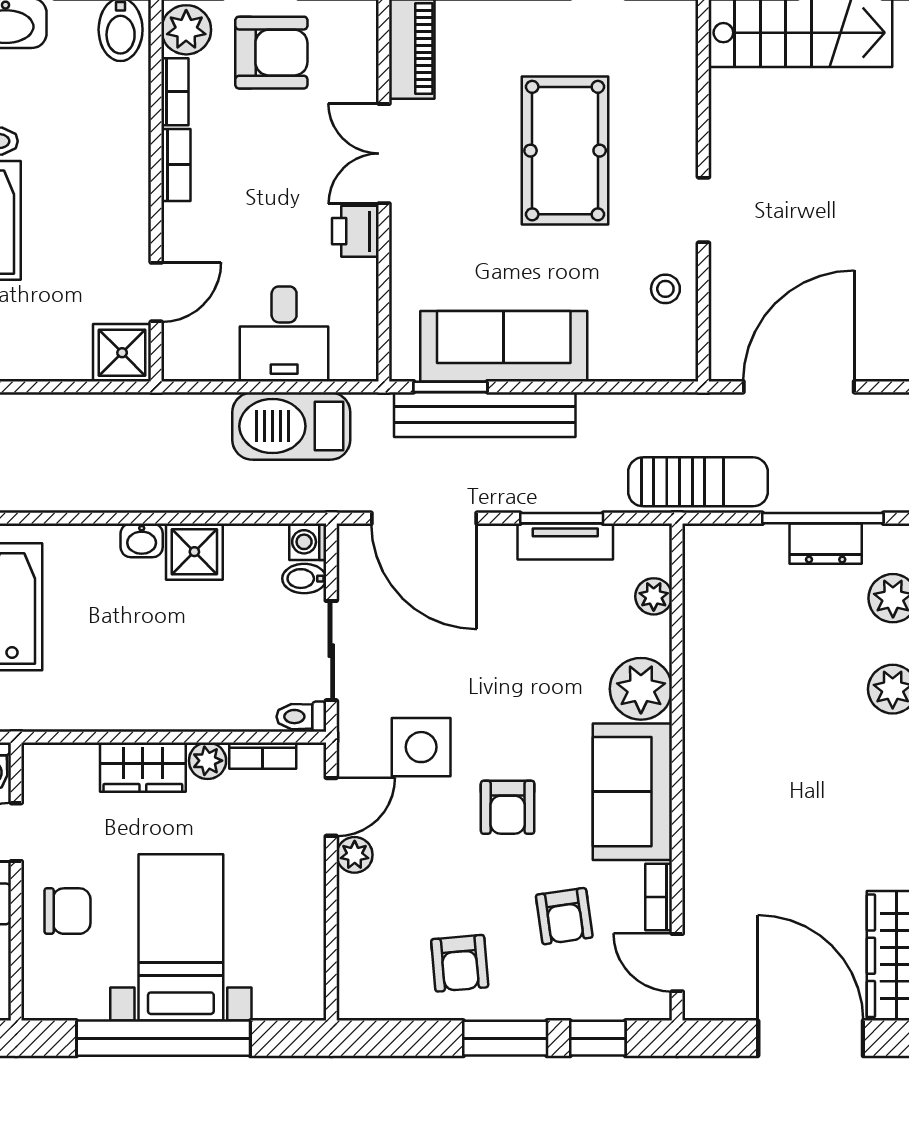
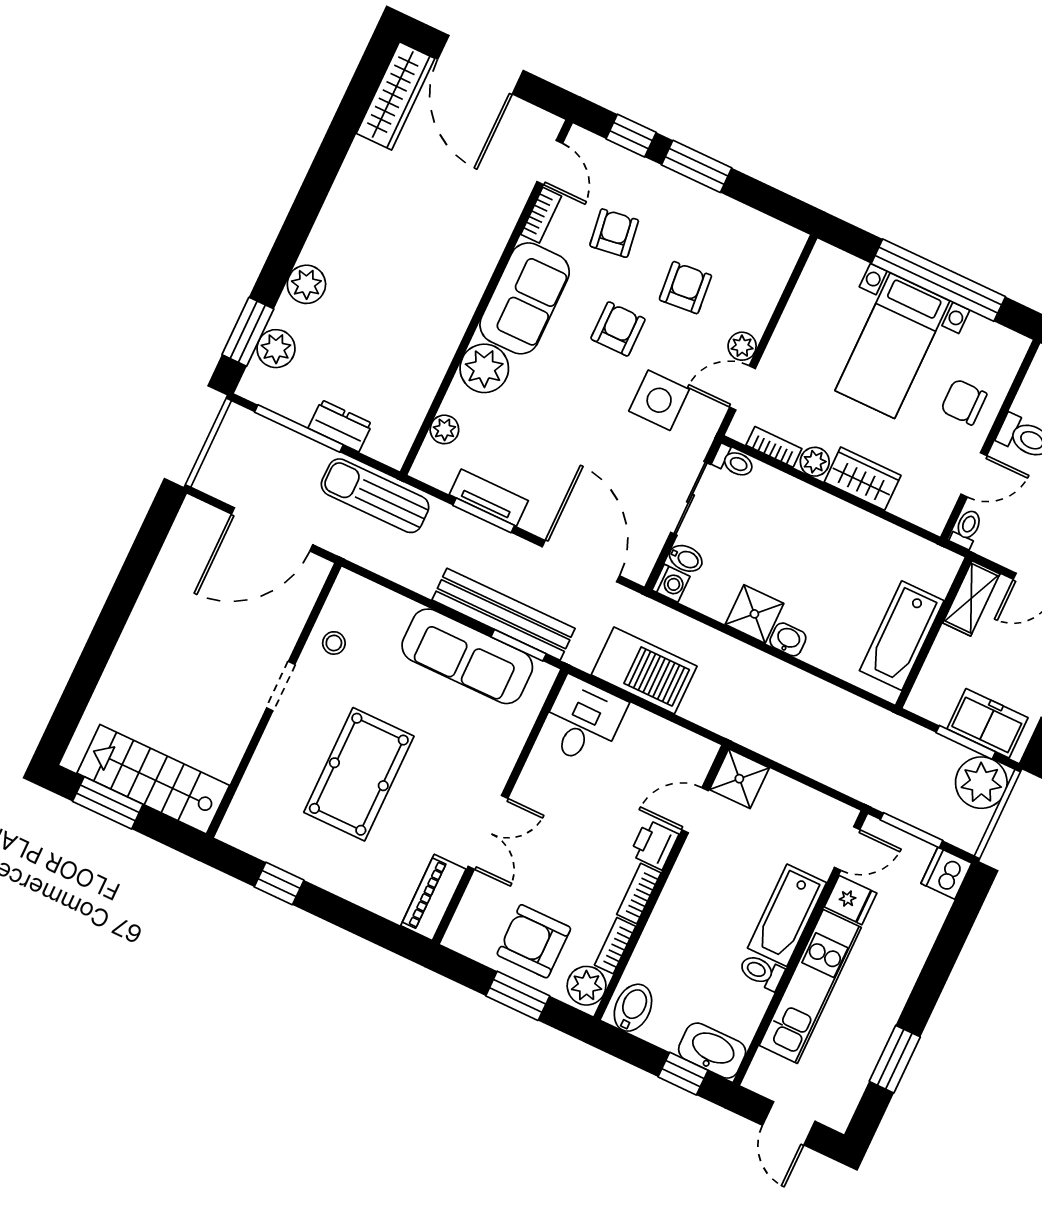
printer: (355, 231) -> (654, 845), moved, turned 180
desk: (284, 334) -> (583, 721), moved
dresser: (826, 544) -> (340, 426), moved
armchair: (460, 963) -> (685, 288), moved

